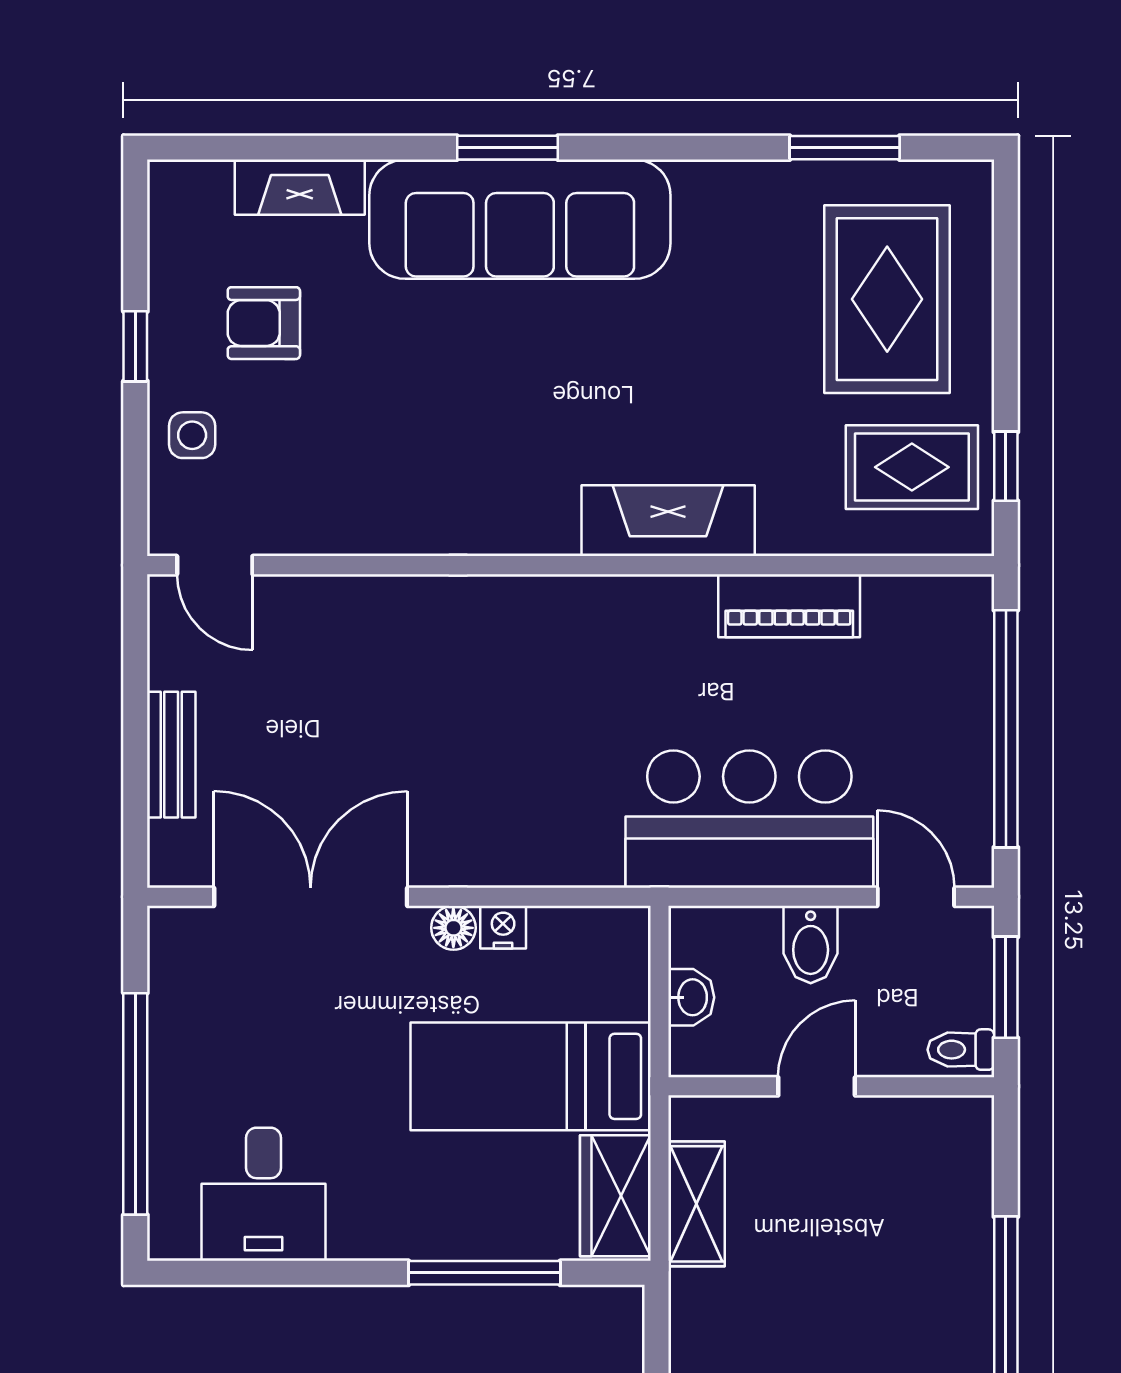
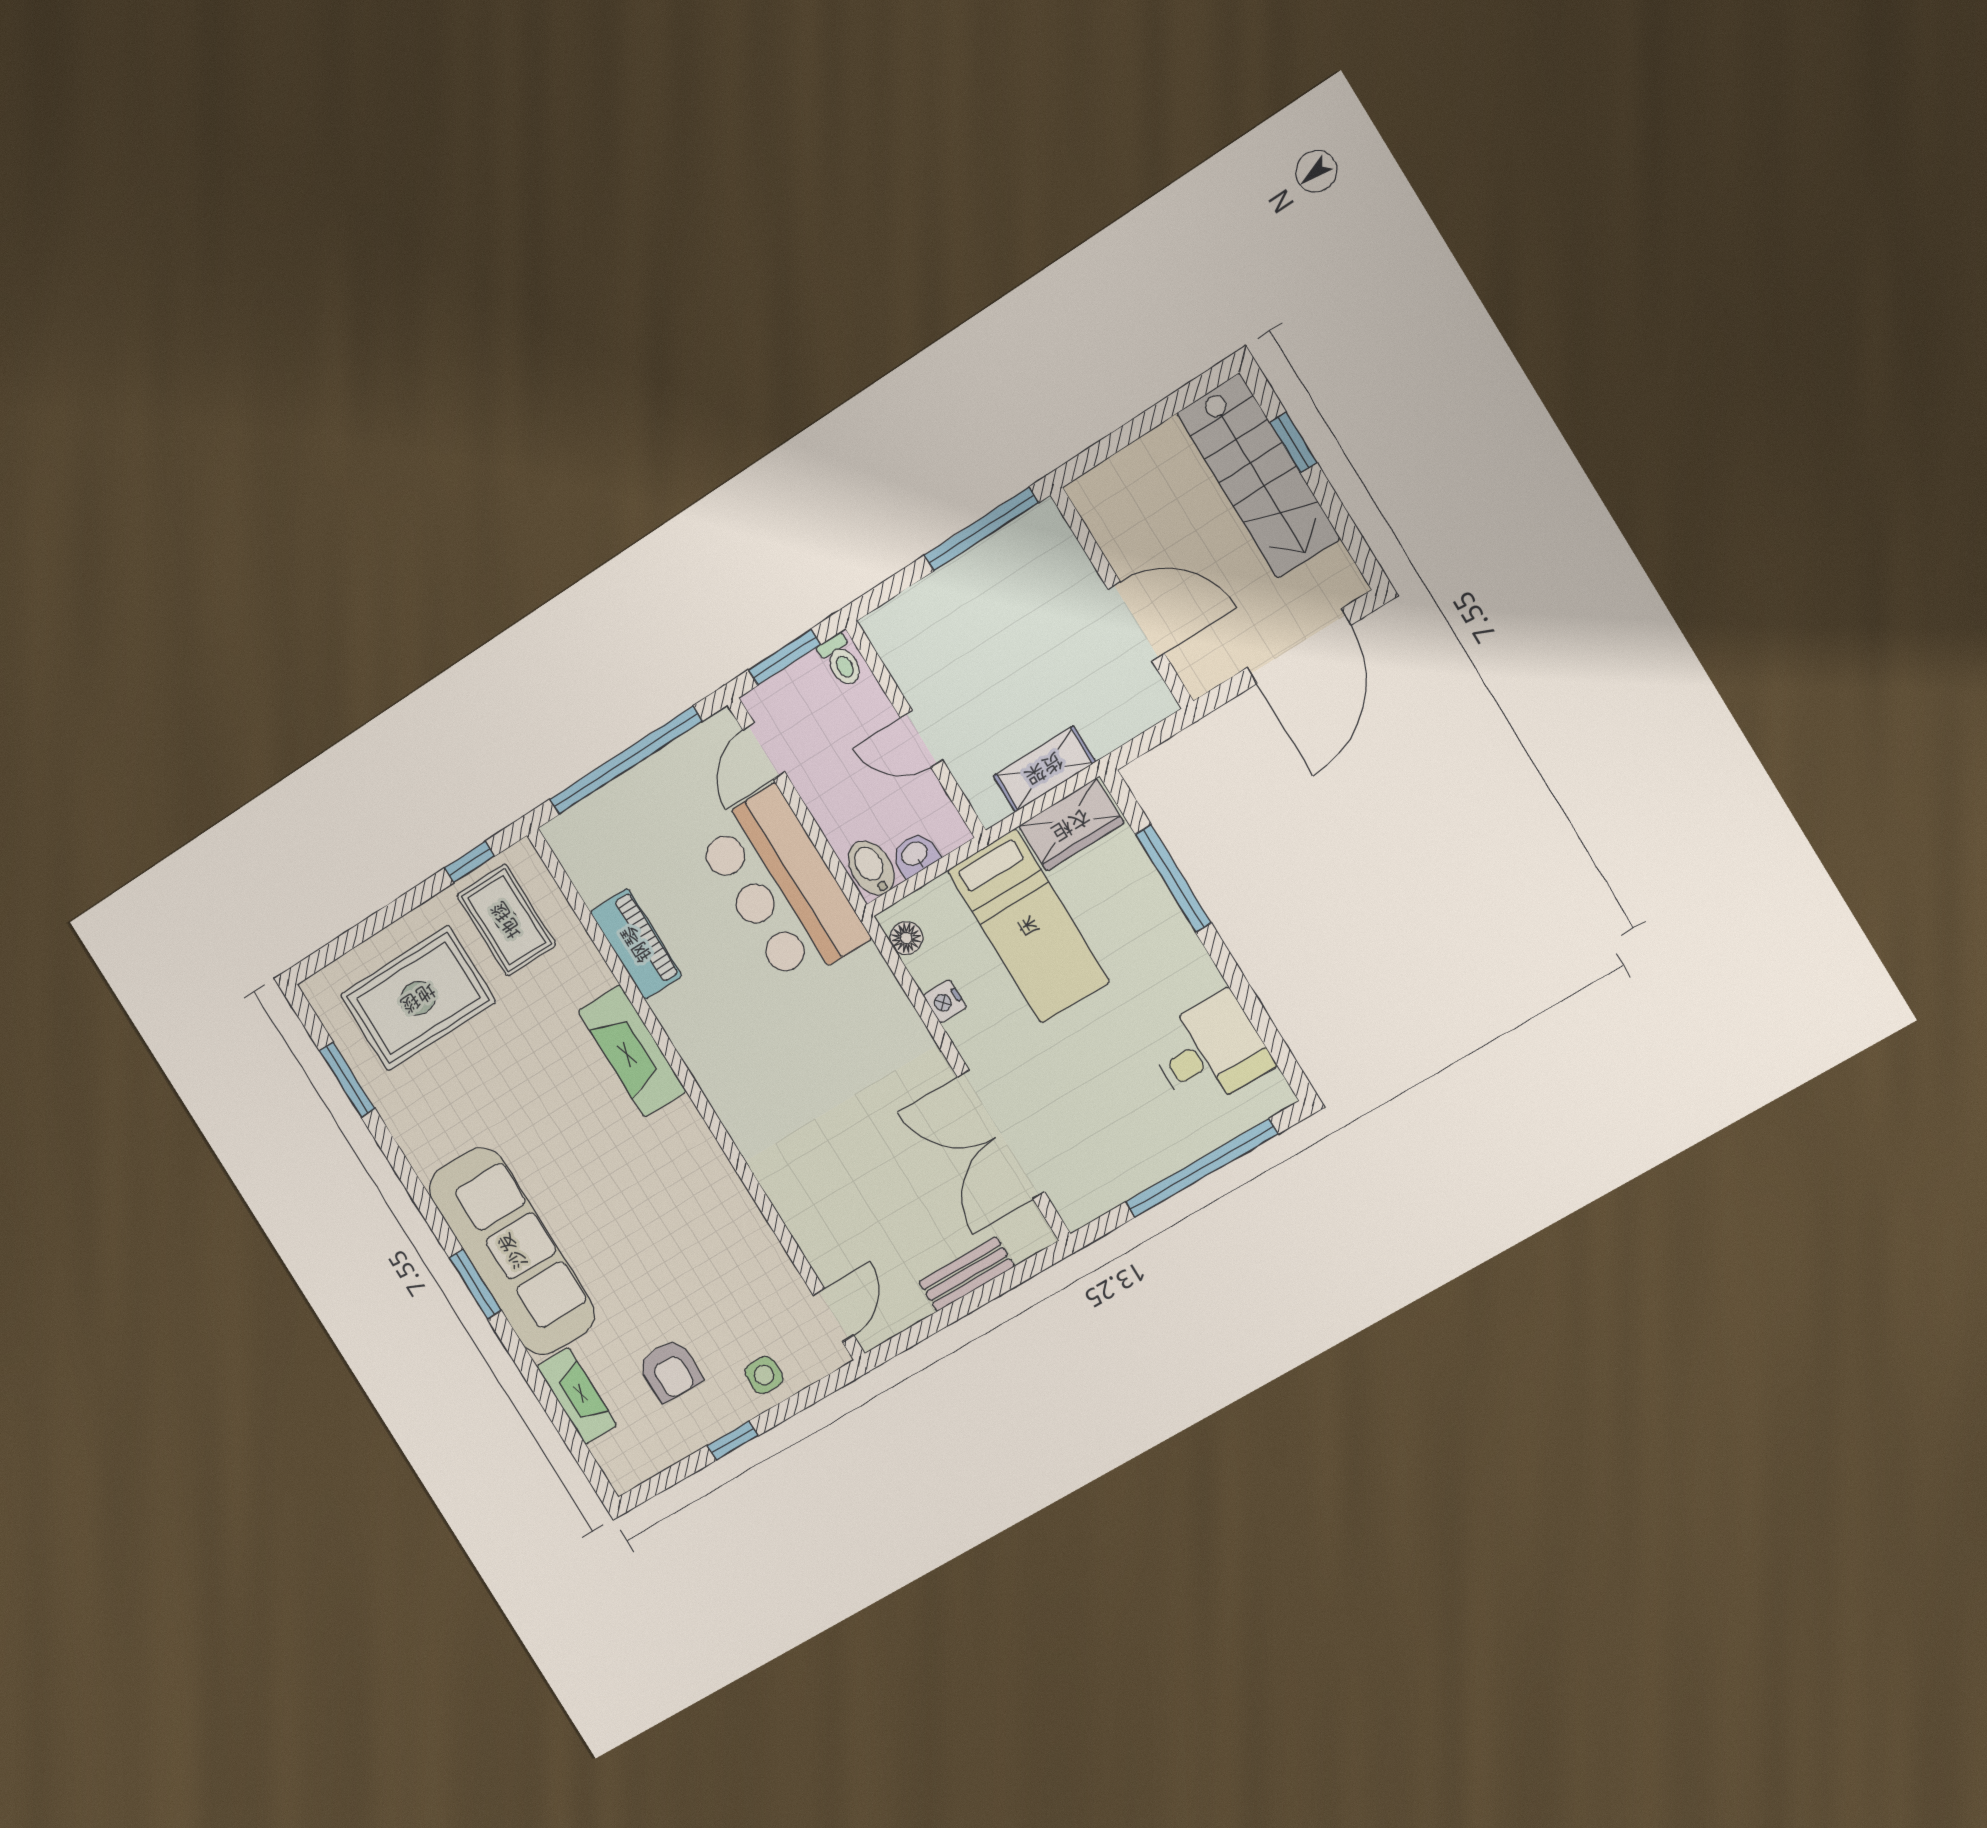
floor lamp: (453, 928) -> (906, 938), moved
bidet: (811, 944) -> (871, 868), moved, turned -90

